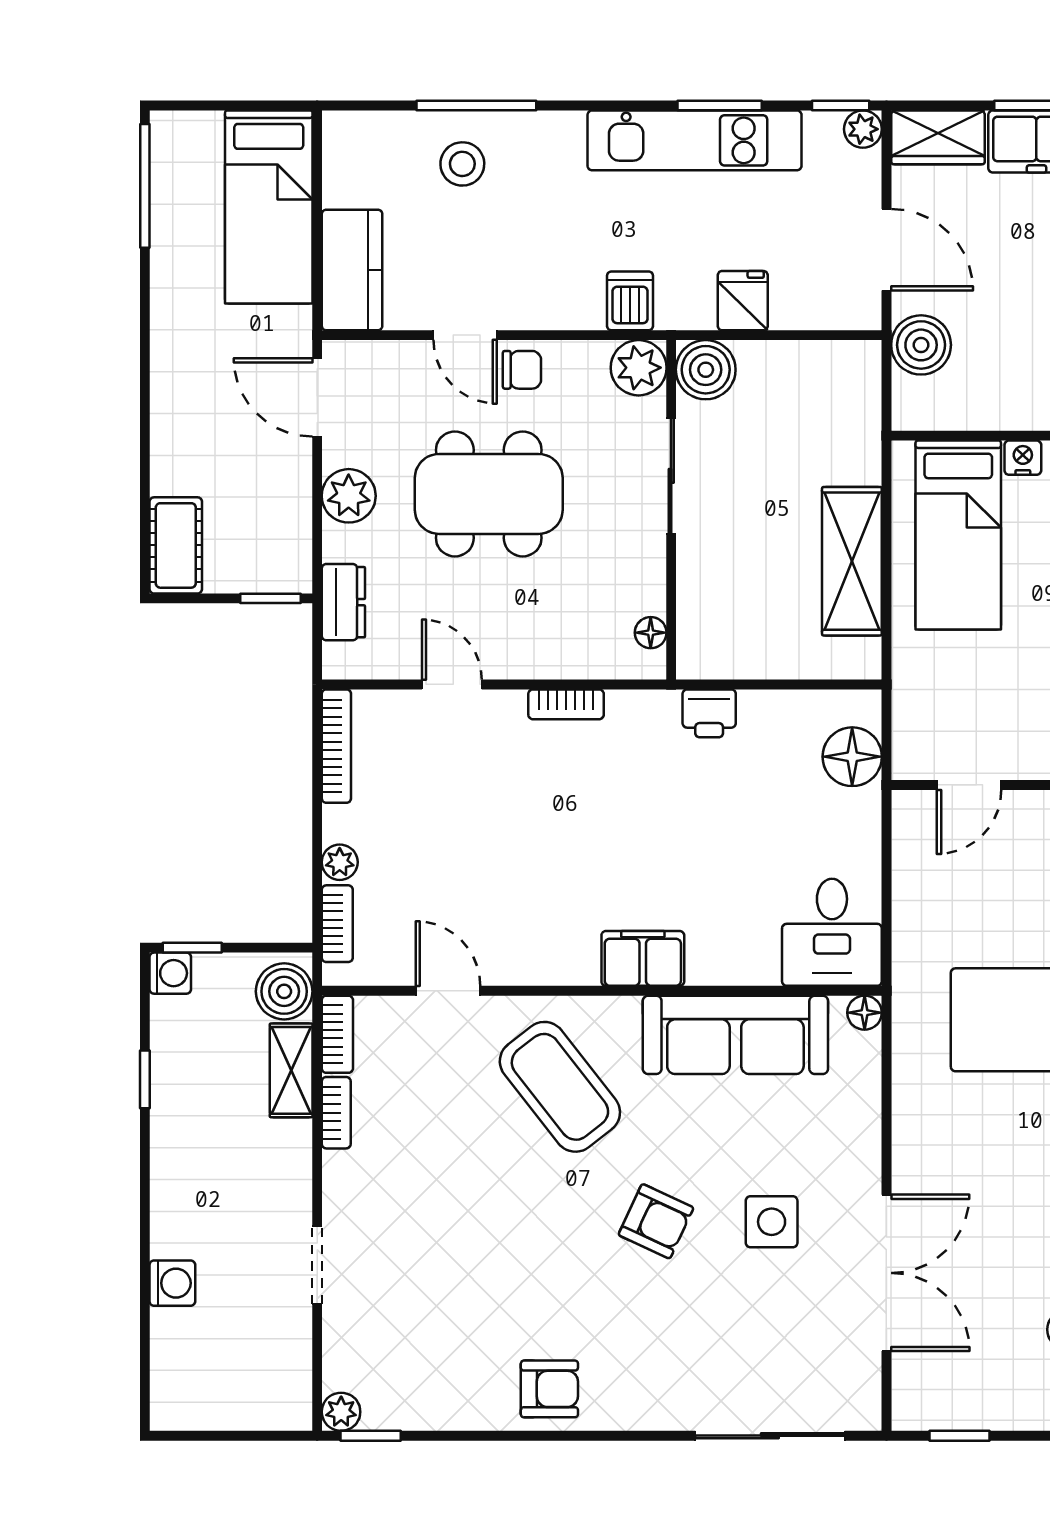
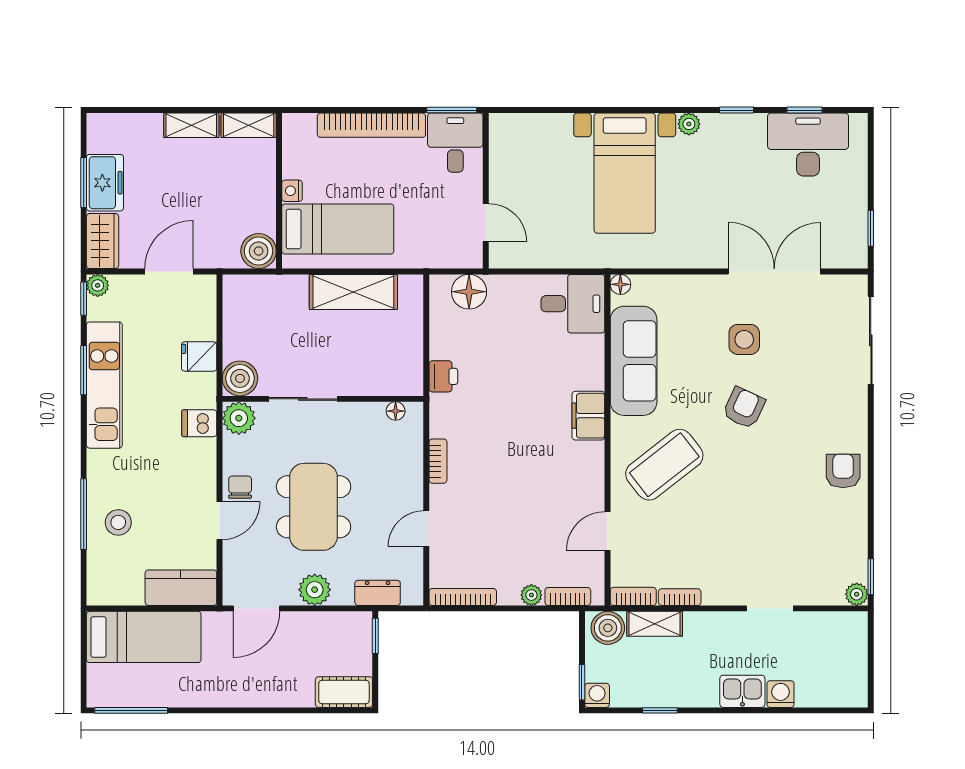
boiler: (921, 345) -> (259, 251), moved
kitchen sink: (177, 1219) -> (742, 691), added

